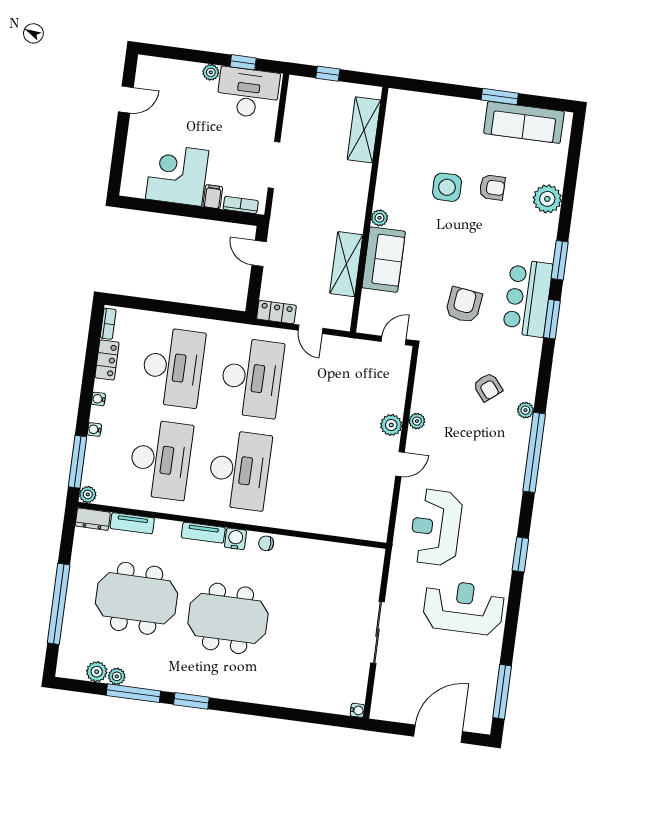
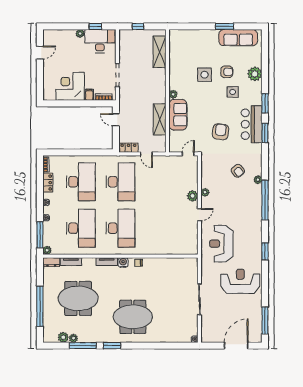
side table: (498, 229) -> (233, 92), added
meeting table: (228, 618) -> (133, 317), moved

